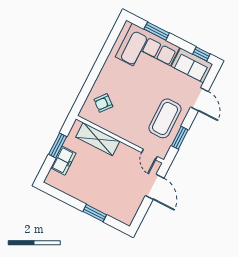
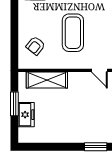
coffee table: (165, 118) -> (73, 33), moved
window: (95, 213) -> (96, 147), moved

